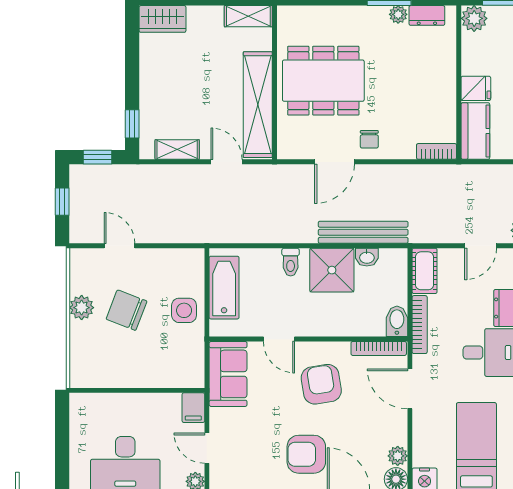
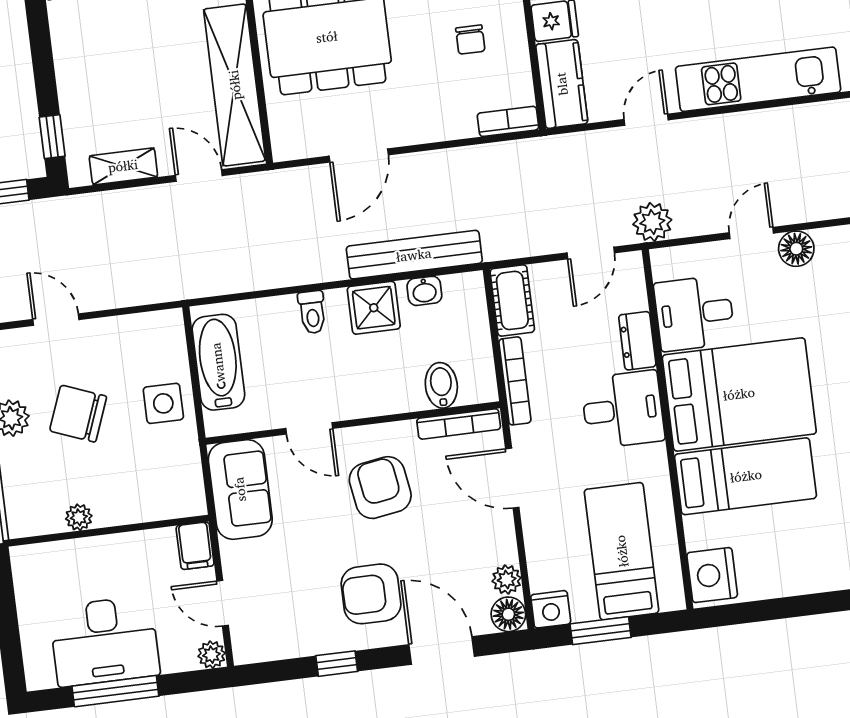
chair: (369, 139) -> (470, 40), moved
shower: (332, 270) -> (374, 308), width x0.73, depth x0.73
bidet: (397, 321) -> (441, 385), moved
plant: (118, 379) -> (79, 517), added

